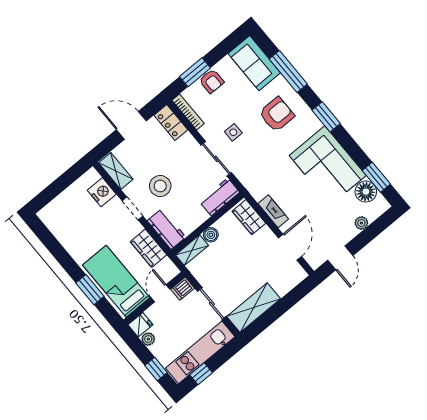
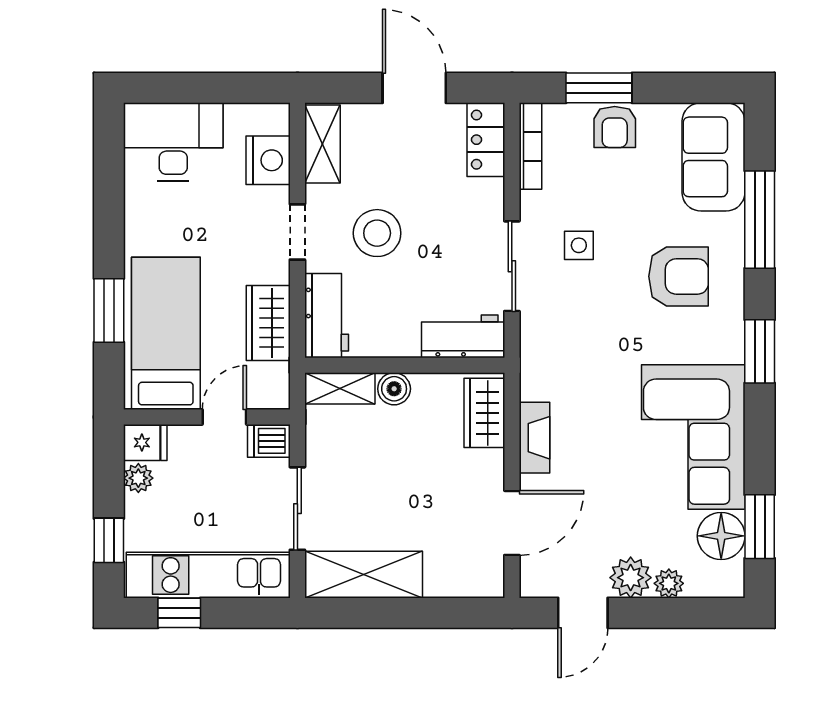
desk: (64, 213) -> (173, 142), added
plant: (347, 232) -> (631, 578), added

